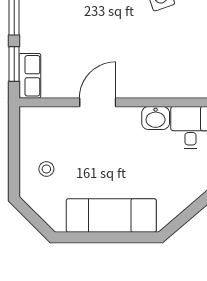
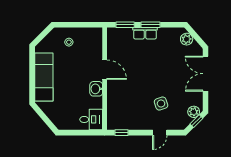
row of seats: (30, 76) -> (145, 33), moved
washbasin: (156, 118) -> (96, 89), moved

